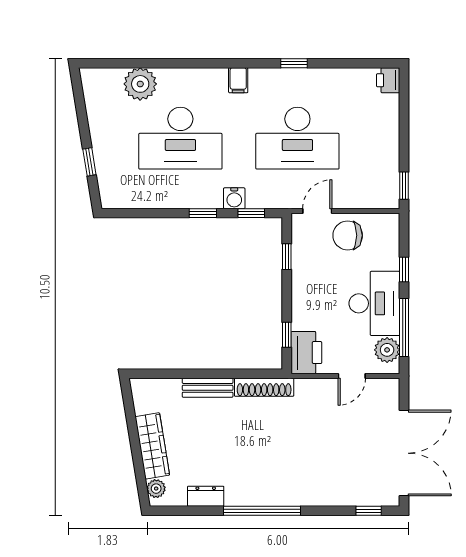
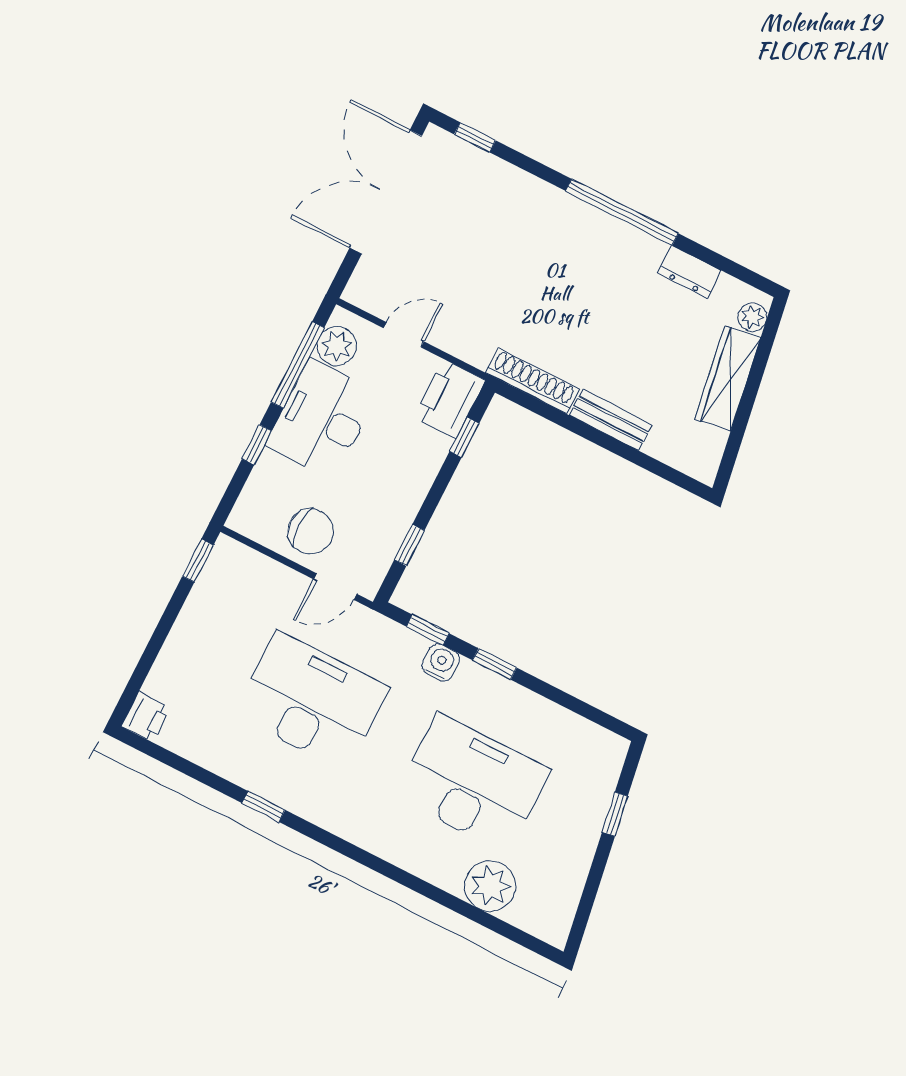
filing cabinet: (238, 80) -> (352, 822), removed

